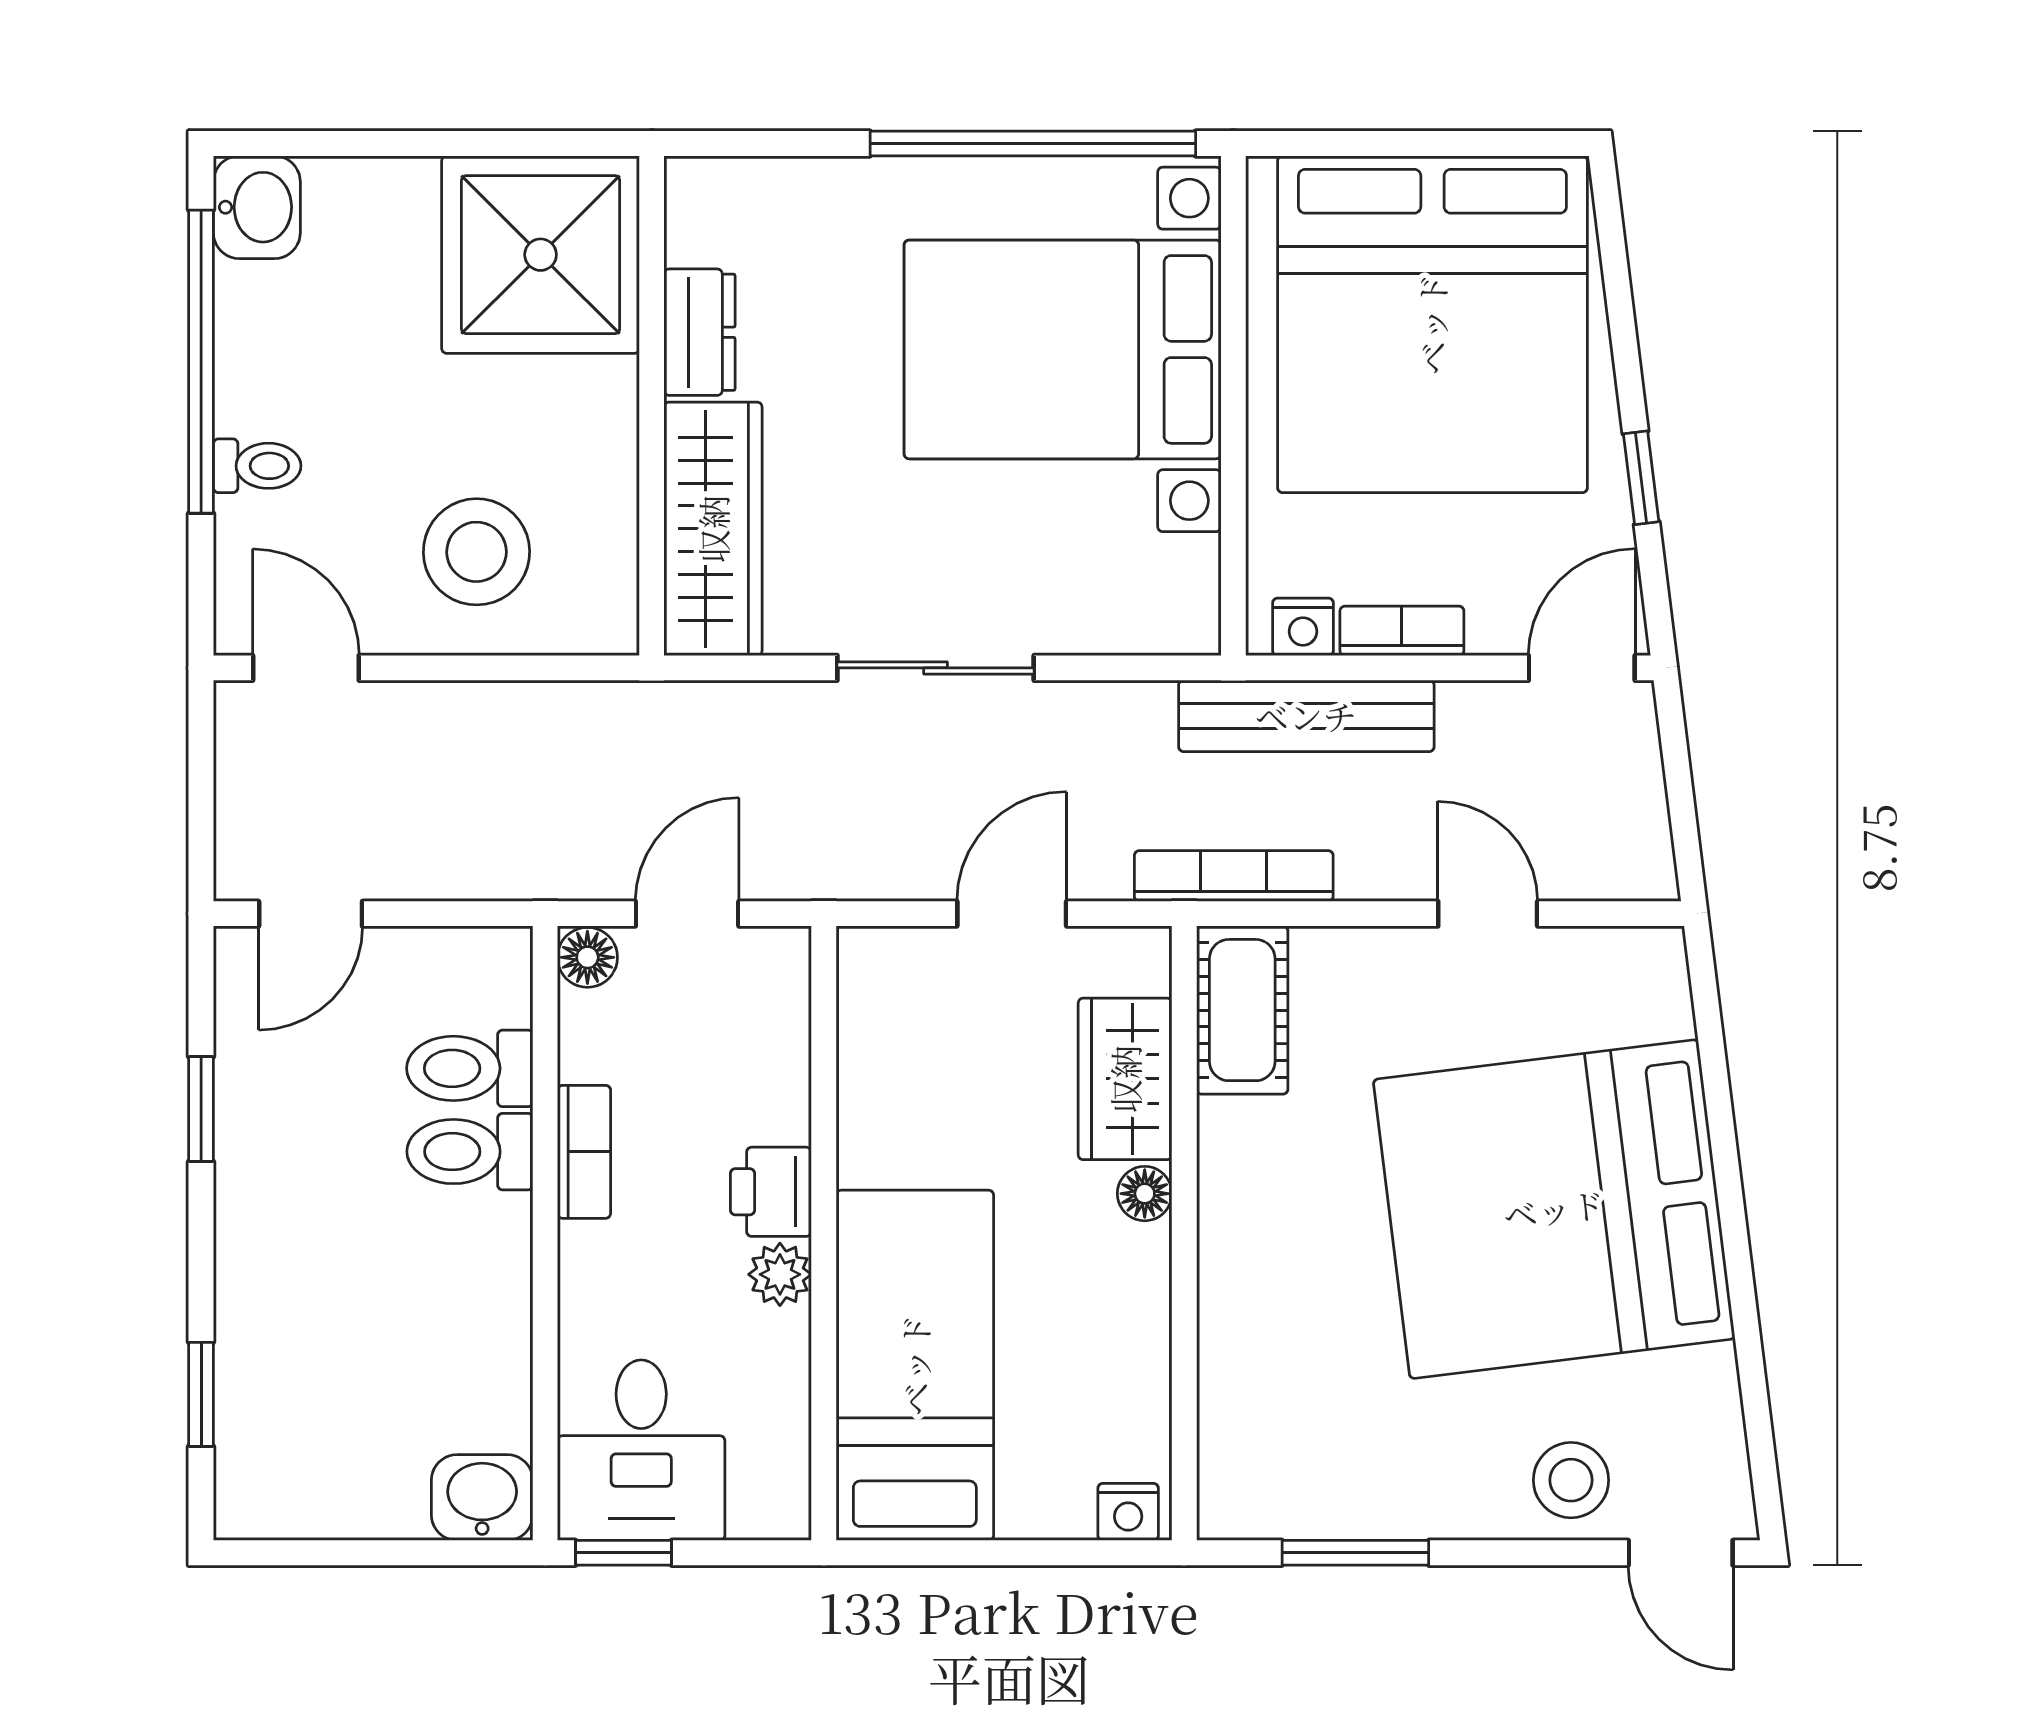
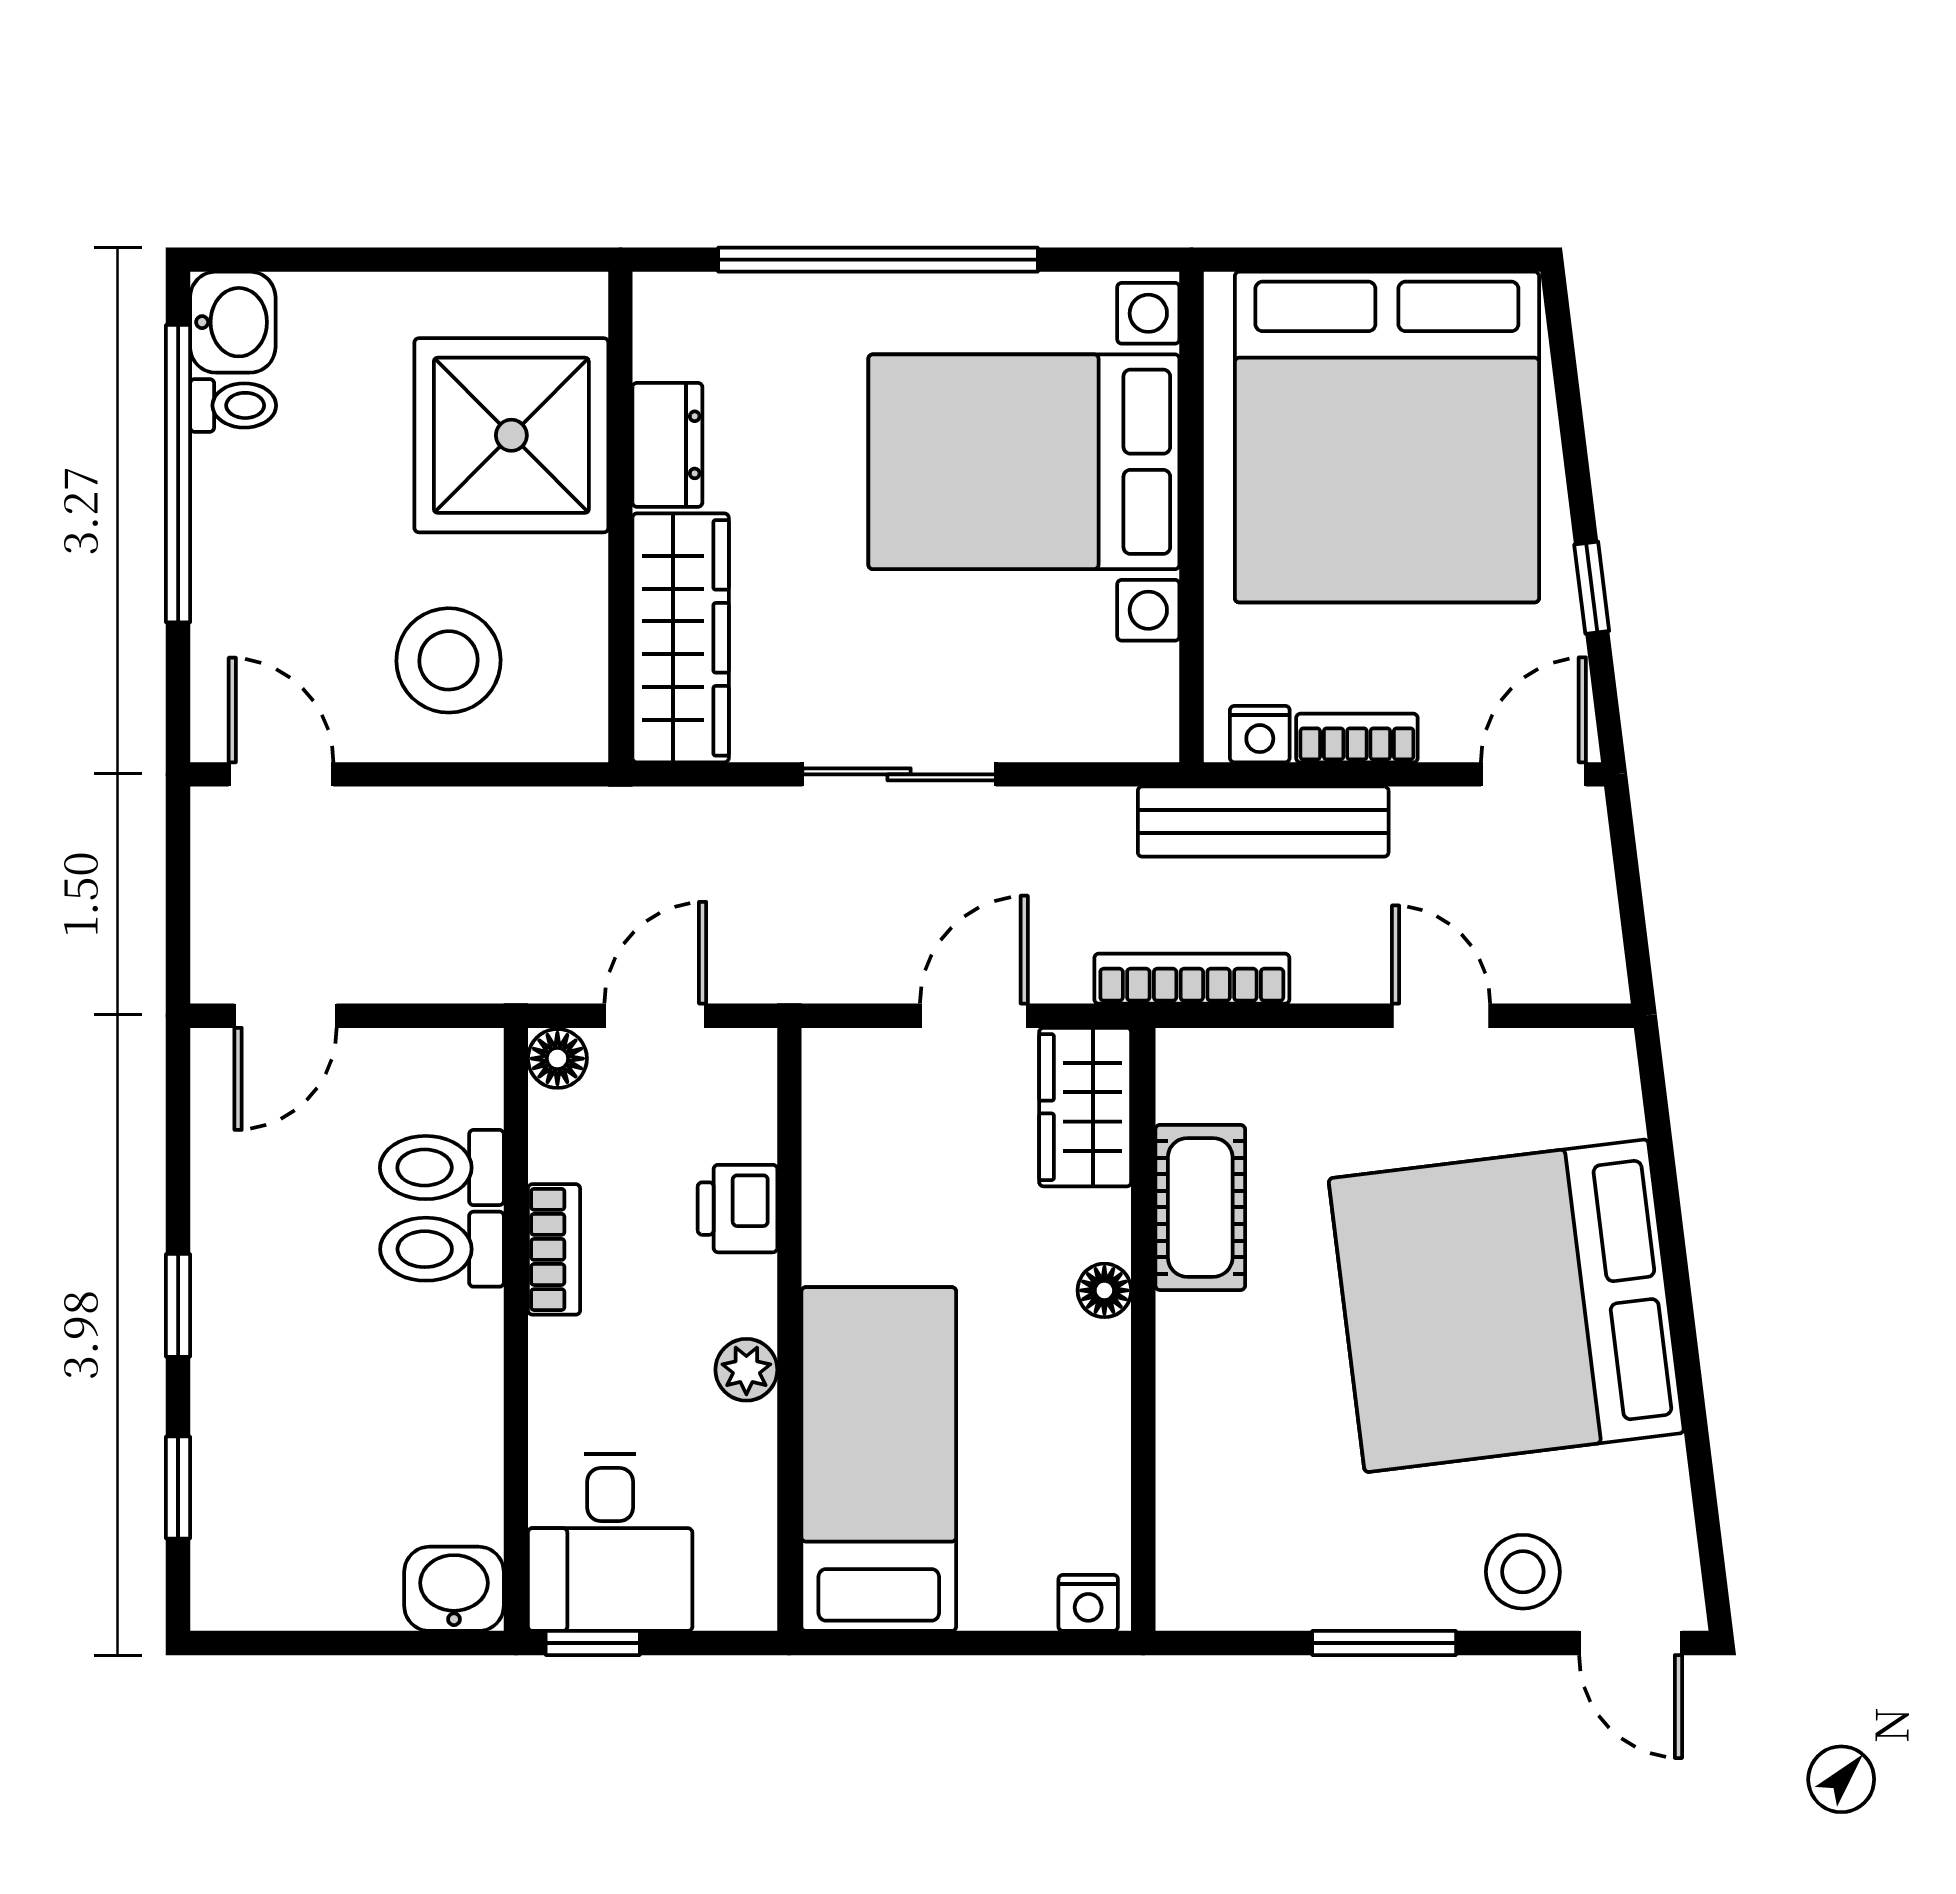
window: (1033, 144) -> (878, 260), moved
shower: (541, 255) -> (511, 435), moved
toilet: (257, 466) -> (233, 405), moved
cot: (1242, 1010) -> (1200, 1207), moved
wardrobe: (1125, 1079) -> (1085, 1107), moved
window: (201, 1109) -> (178, 1305), moved
printer: (771, 1192) -> (737, 1209), moved
window: (1355, 1553) -> (1384, 1643), moved

